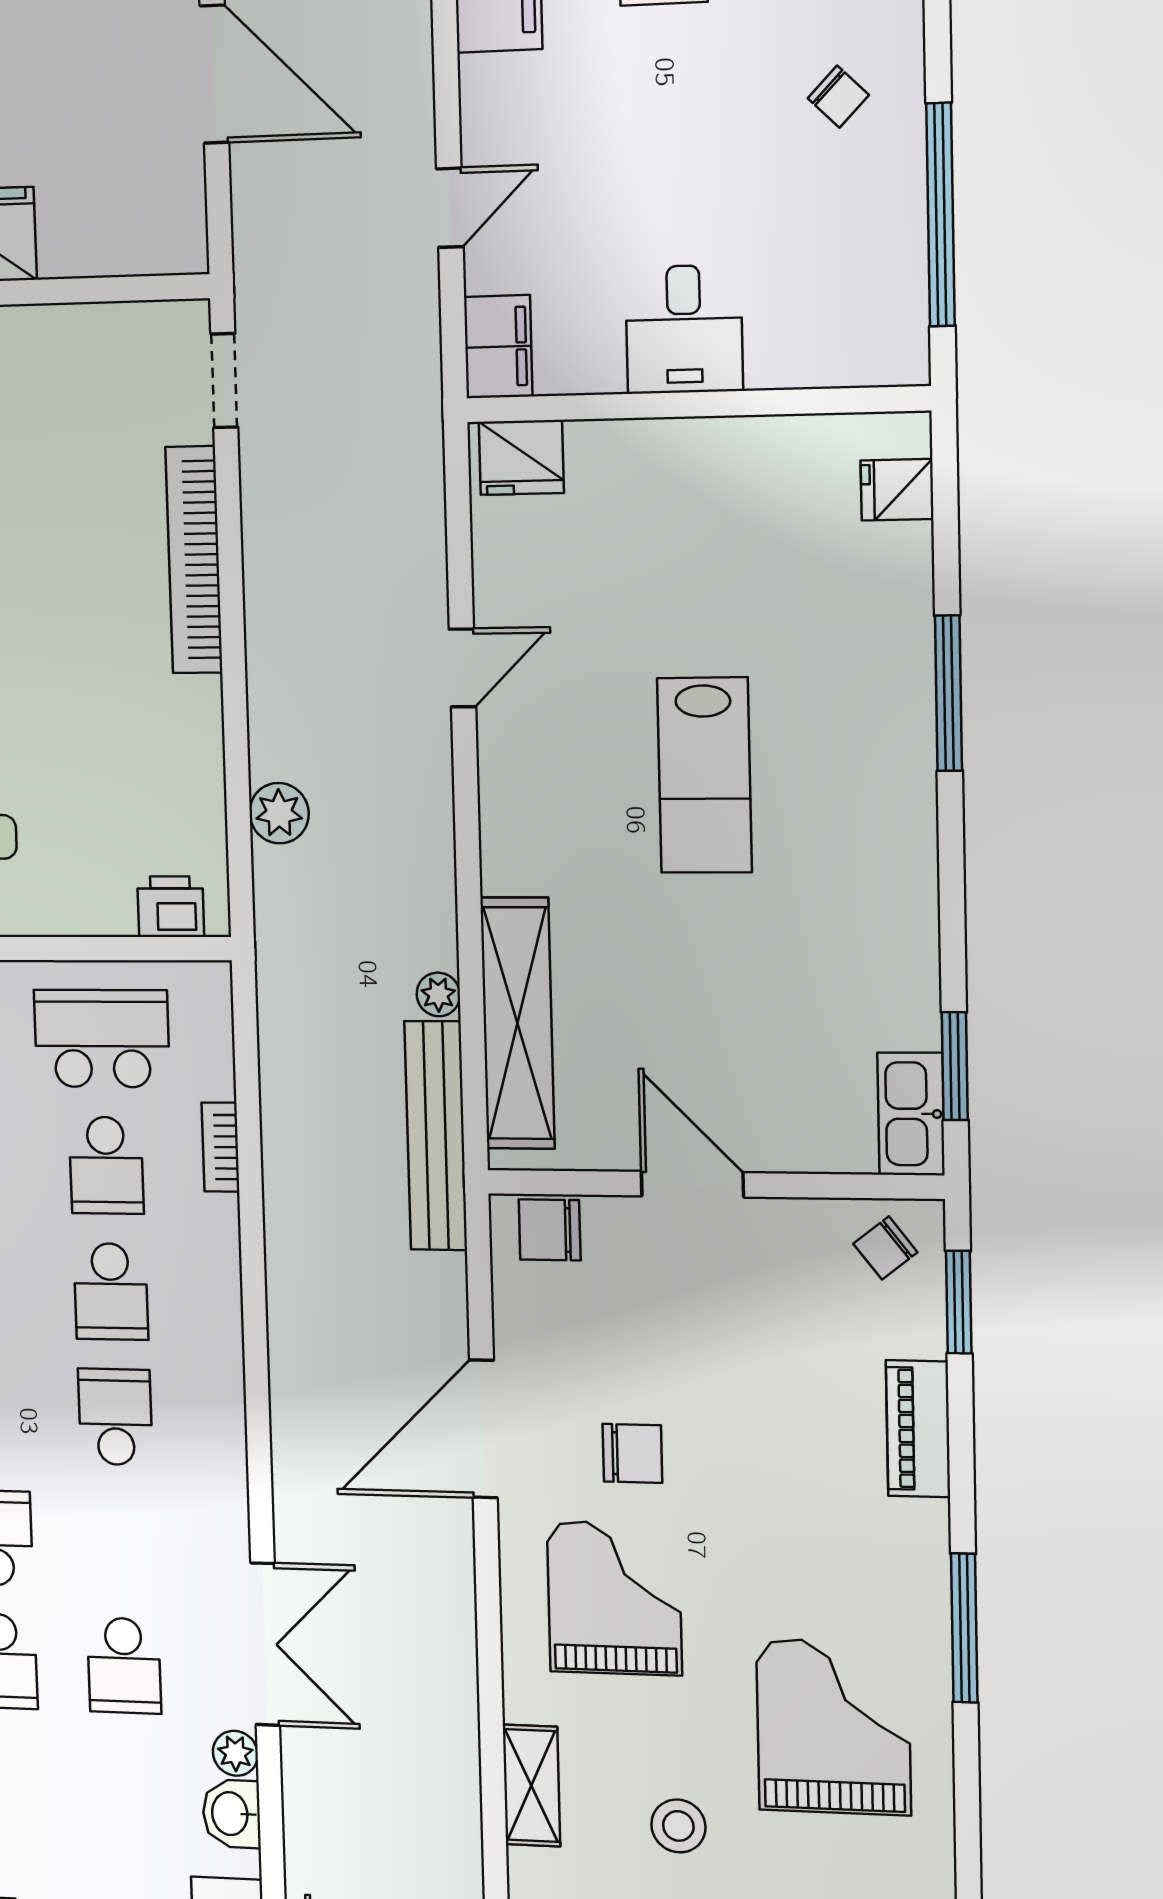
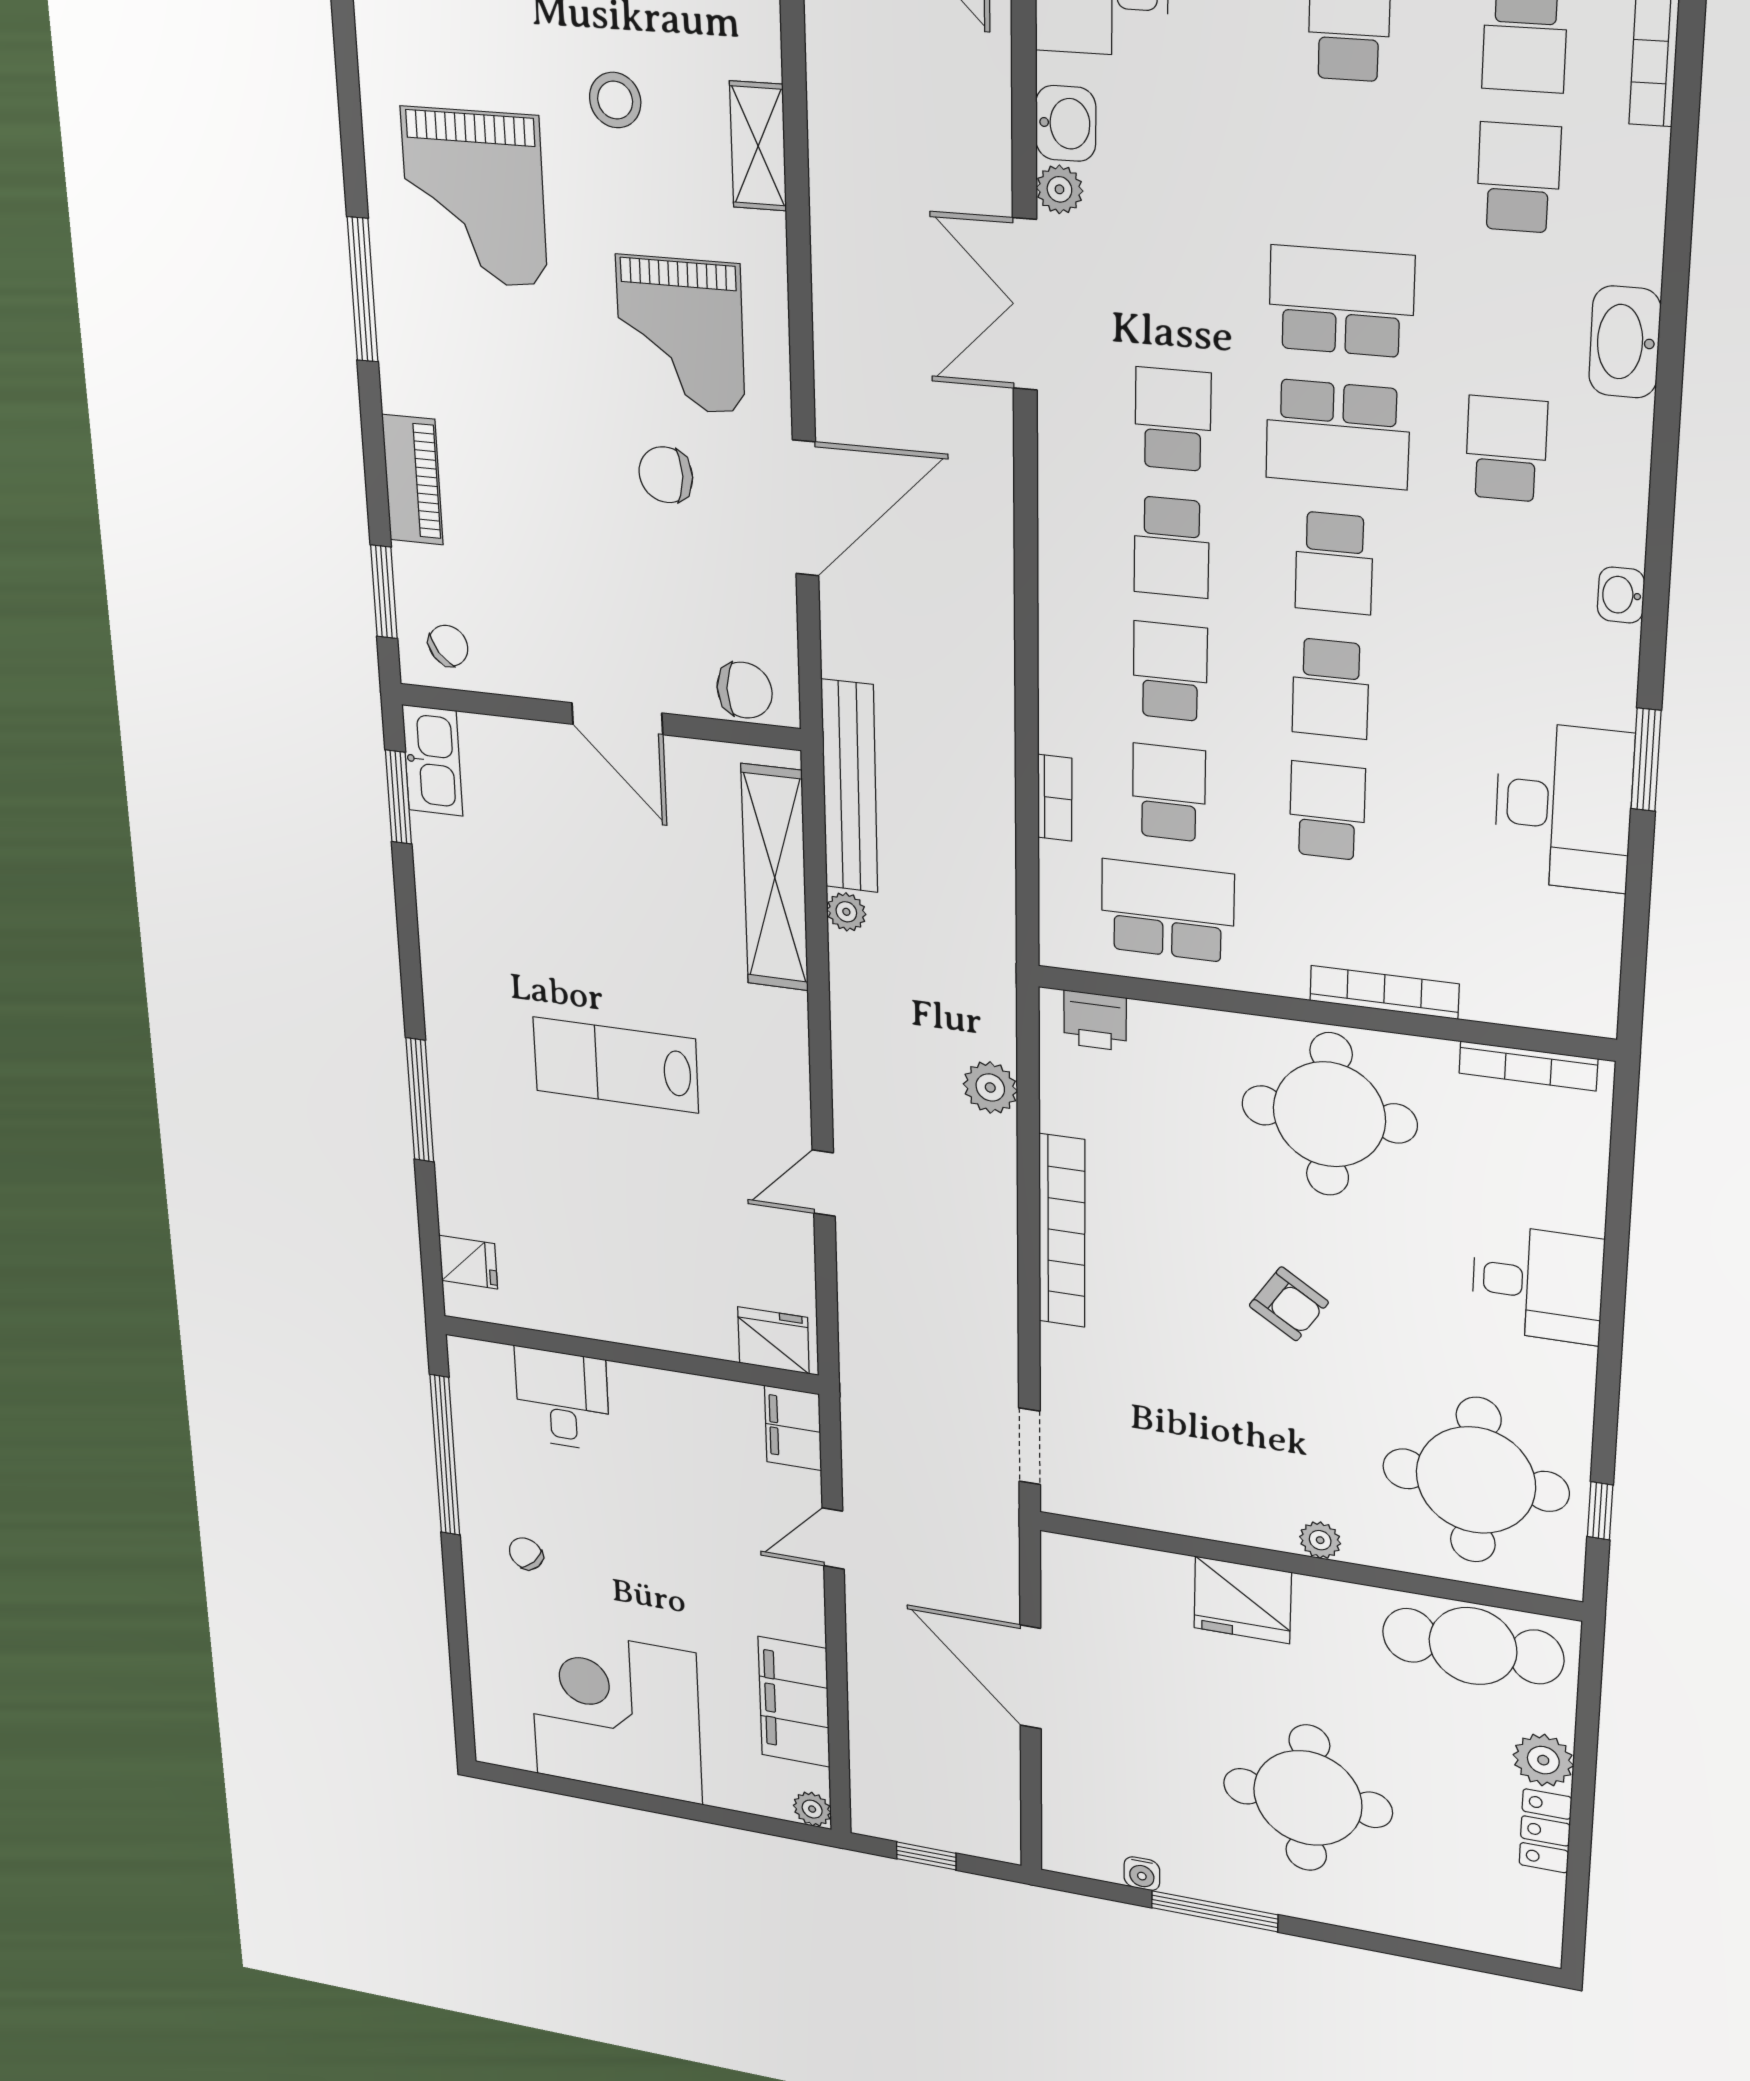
desk: (684, 329) -> (562, 1399), moved
bookcase: (194, 560) -> (1062, 1231), moved
lab bench: (705, 775) -> (616, 1065), turned -90
school desk: (102, 1039) -> (1168, 911), turned 180
school desk: (124, 1666) -> (1173, 419), moved

